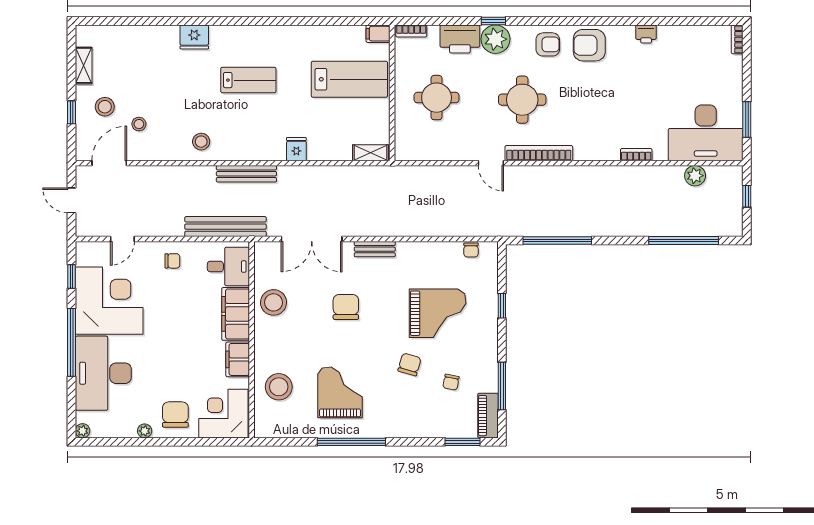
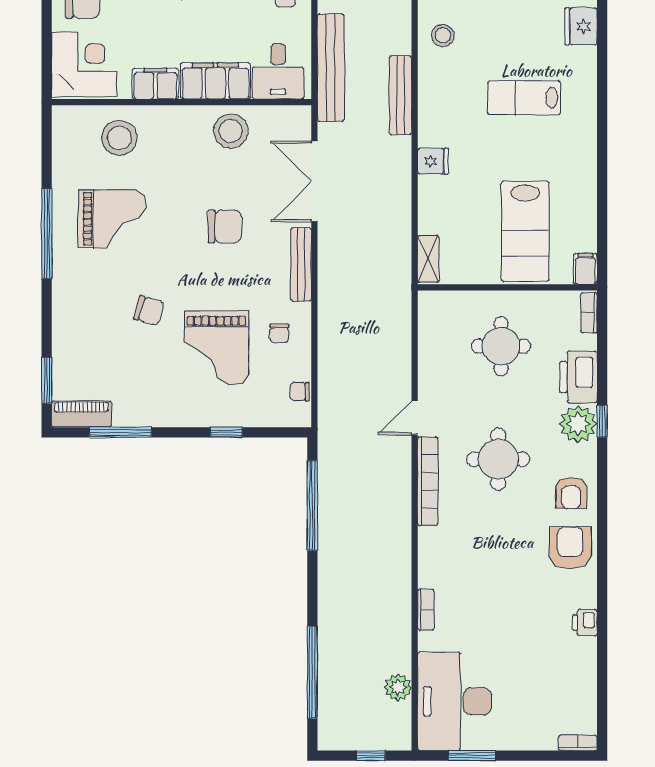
lab bench: (248, 80) -> (524, 98), turned 90
bench: (375, 249) -> (301, 265), width x1.36
chair: (451, 382) -> (279, 333), moved, turned -101

